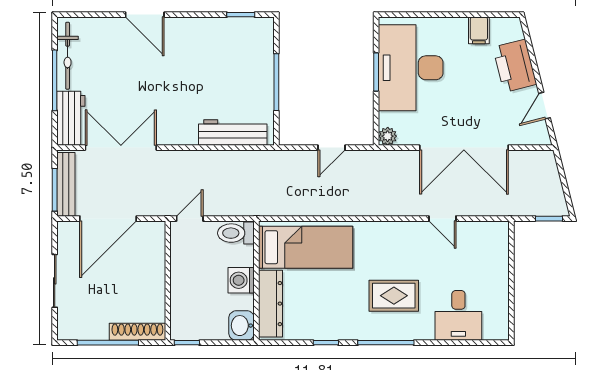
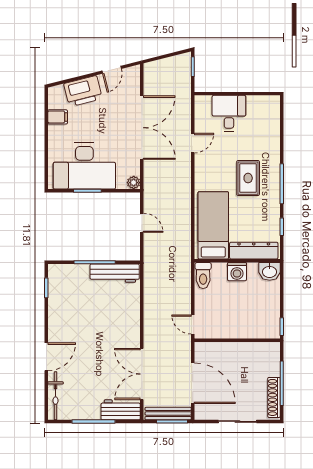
bicycle: (68, 56) -> (56, 396), moved, turned 90
door: (545, 106) -> (112, 70), hinge flipped
workbench: (233, 133) -> (115, 273), moved, turned -90
toilet: (236, 233) -> (203, 275), moved
bed: (306, 247) -> (213, 225), moved
washing machine: (241, 280) -> (237, 272), moved
wall: (256, 281) -> (237, 261), moved
dresser: (271, 304) -> (254, 251), moved
desk: (458, 315) -> (229, 113), moved, turned -90
washbasin: (242, 326) -> (270, 271), moved
shoe rack: (137, 332) -> (274, 397), moved

